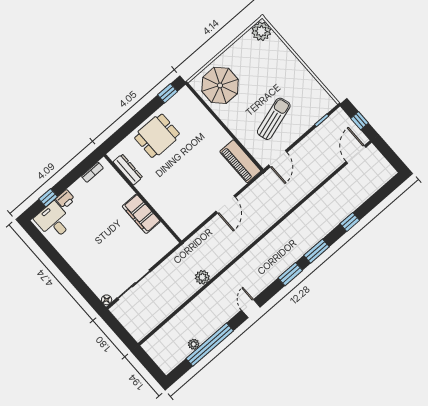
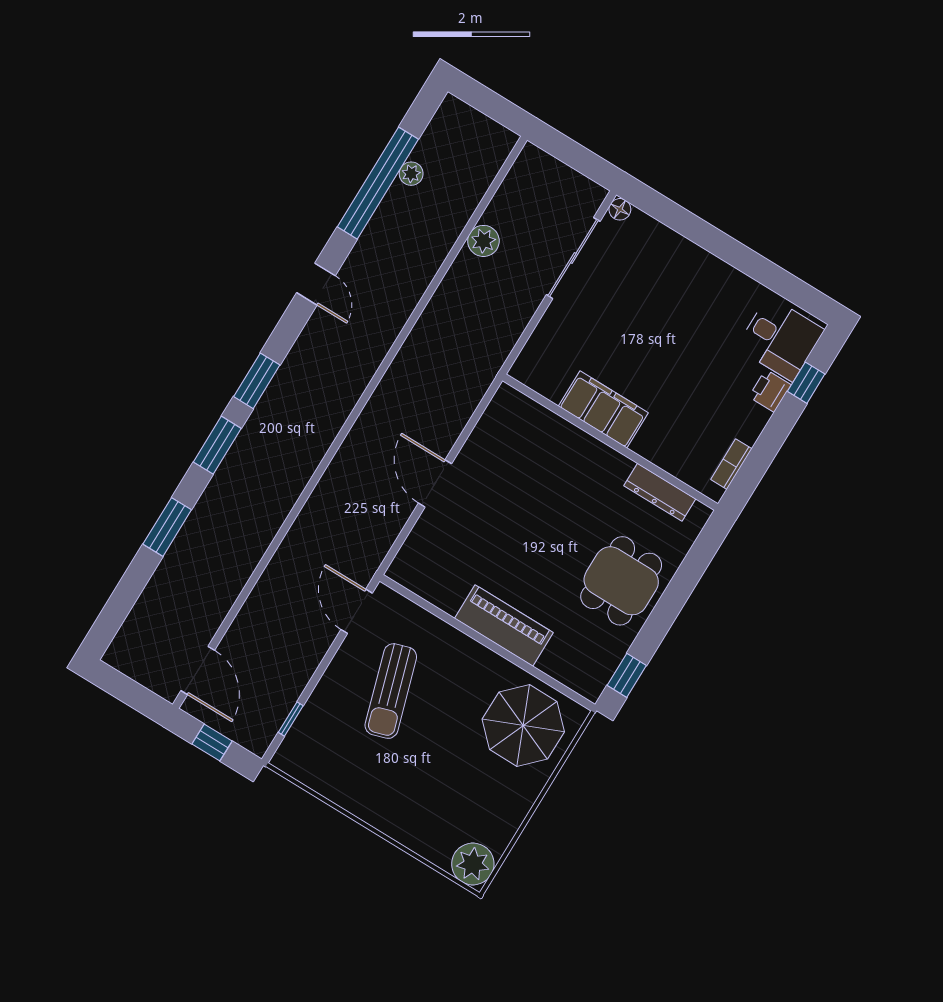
piano: (240, 161) -> (504, 625), moved
window: (350, 222) -> (167, 527), width x1.50
plant: (202, 277) -> (483, 241), moved

